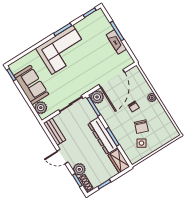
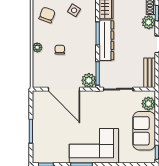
fireplace: (116, 42) -> (38, 121), removed
door: (112, 79) -> (64, 89), swing flipped
chair: (141, 127) -> (47, 15), moved

